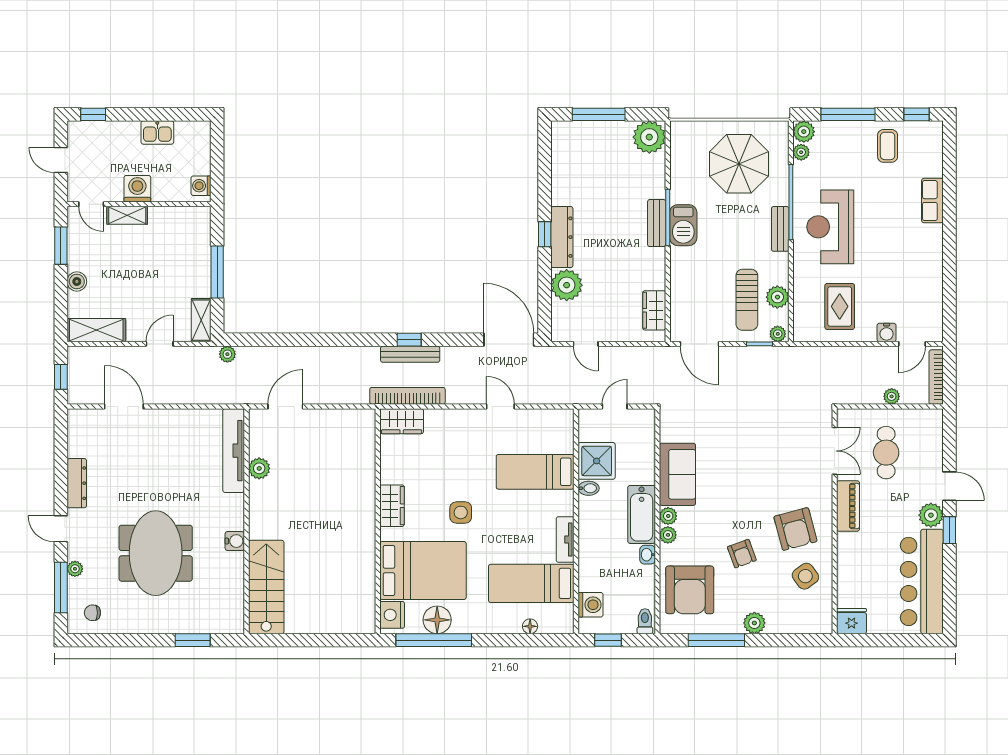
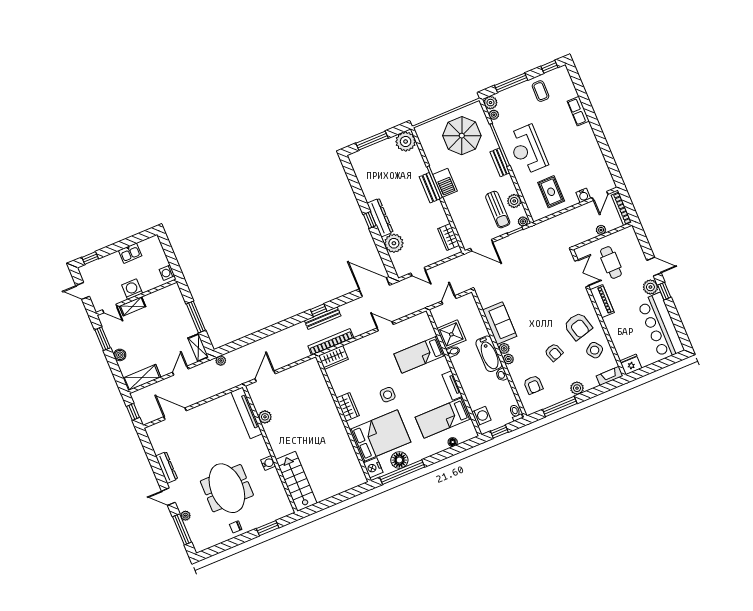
armchair: (690, 590) -> (533, 385), width x0.53, depth x0.53
chair: (92, 613) -> (236, 527), moved
fireplace: (812, 625) -> (610, 376), added

